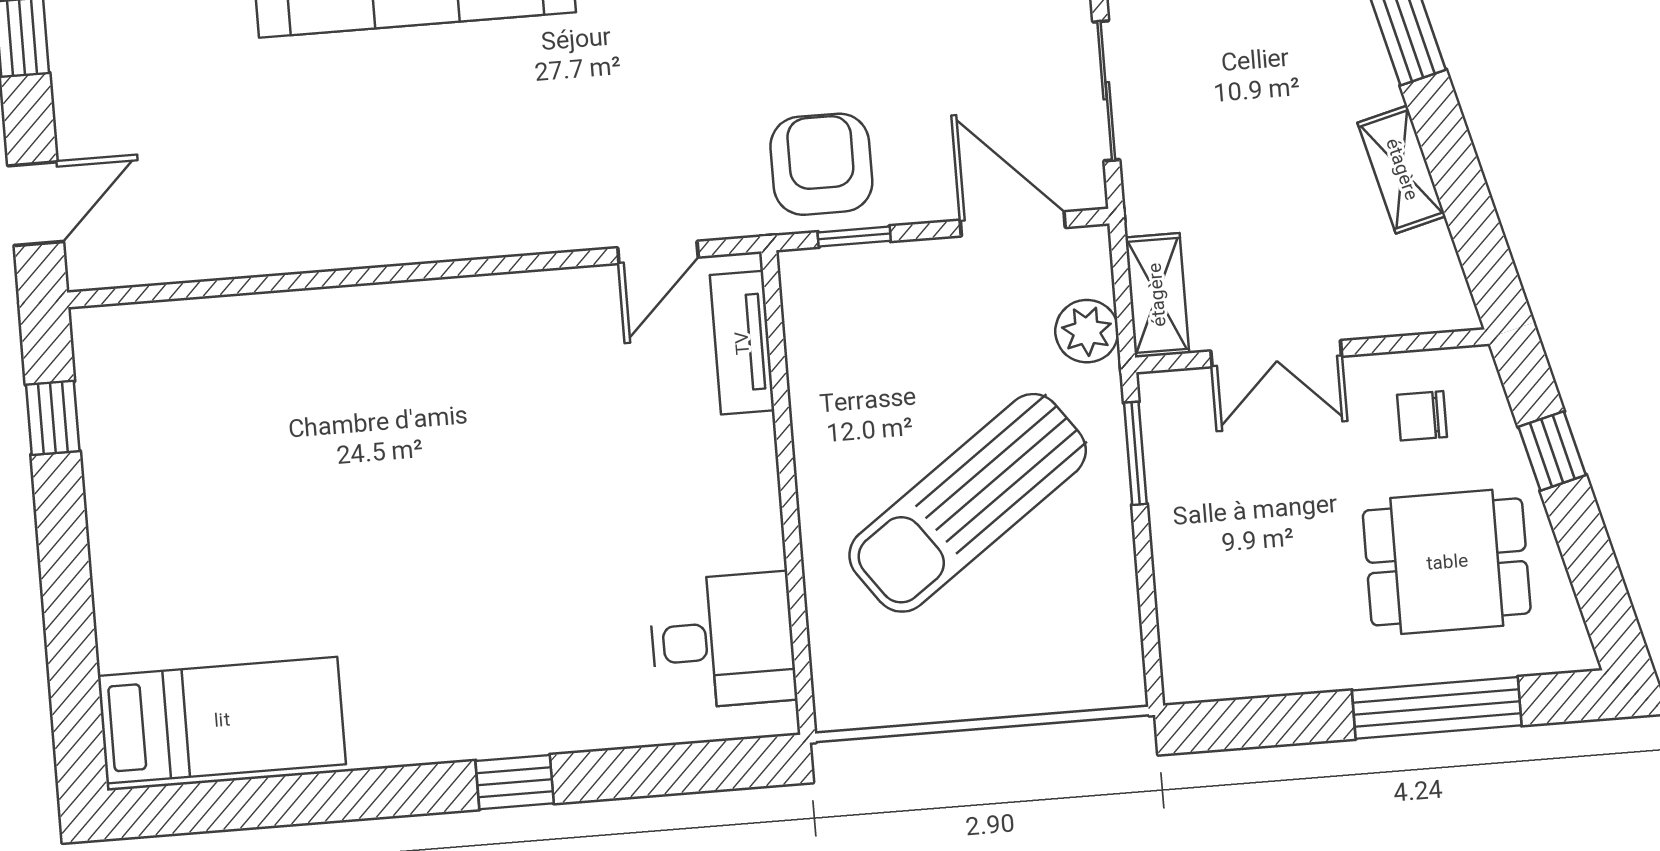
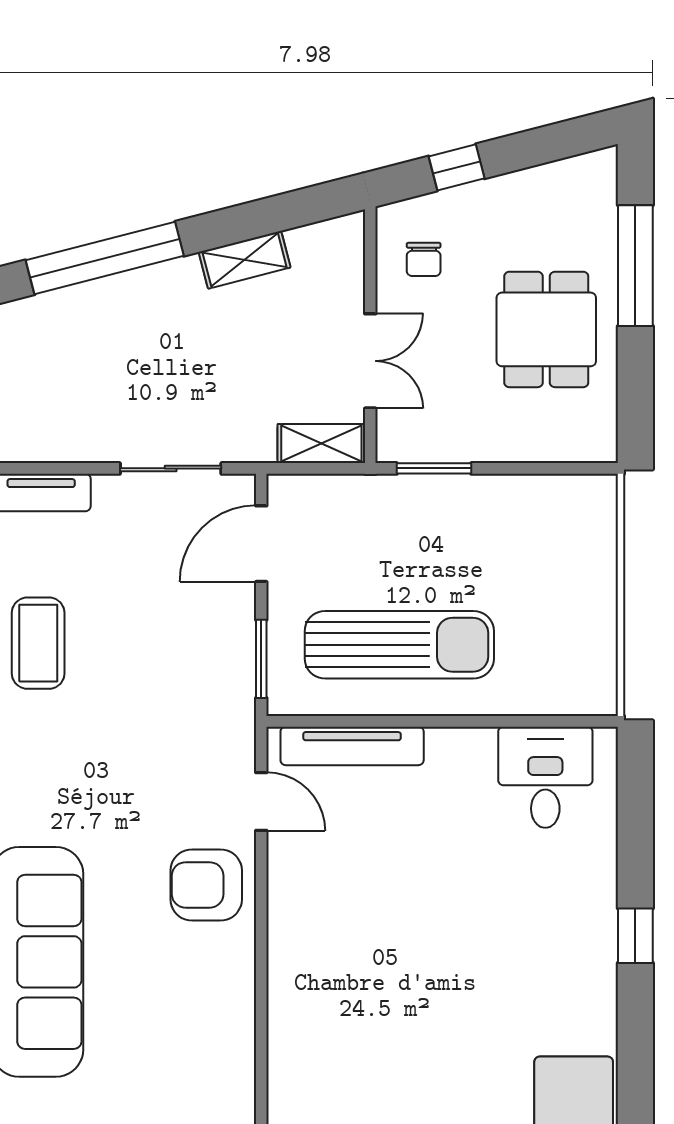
armchair: (821, 164) -> (206, 885), moved
window: (854, 237) -> (261, 659), width x1.50
plant: (1087, 331) -> (343, 496), removed
tv unit: (742, 343) -> (352, 746), width x1.41
sun lounger: (968, 503) -> (399, 645), moved, turned -54
dining table: (1447, 562) -> (546, 329), moved

